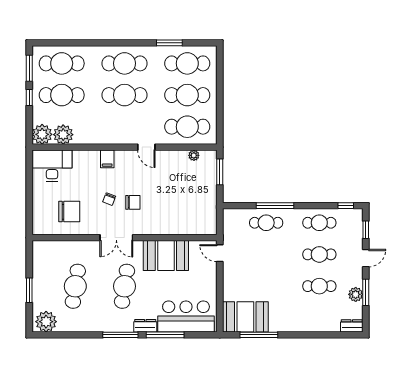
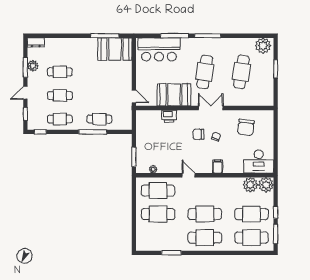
cafe table: (187, 63) -> (158, 238), removed
chair: (69, 212) -> (246, 127), turned -83
printer: (173, 227) -> (169, 116), added
dresser: (145, 326) -> (189, 43), removed

